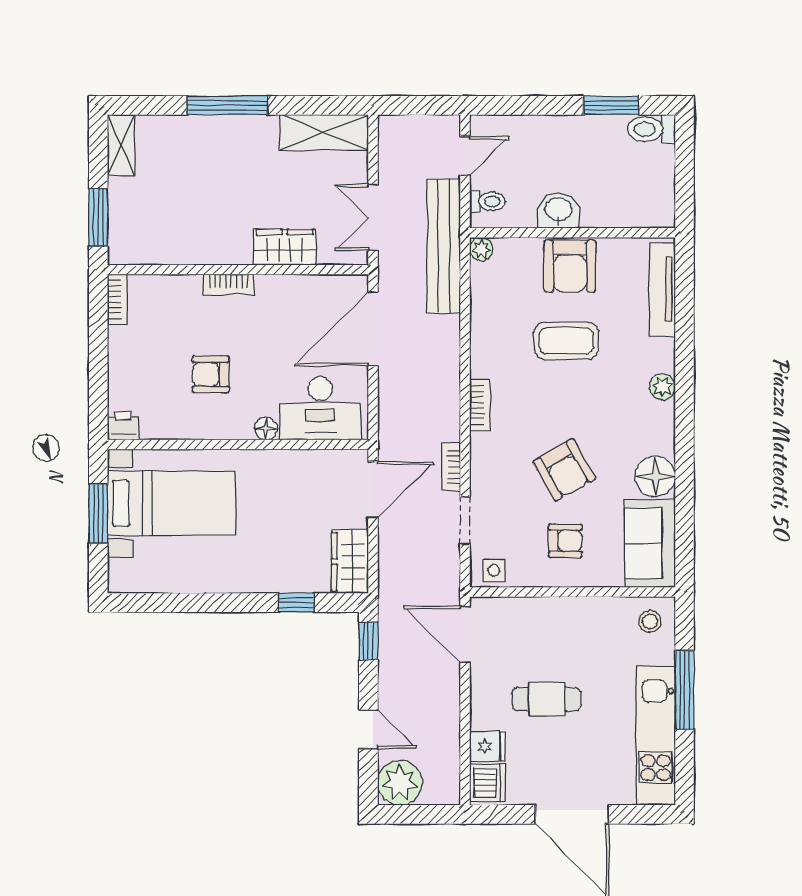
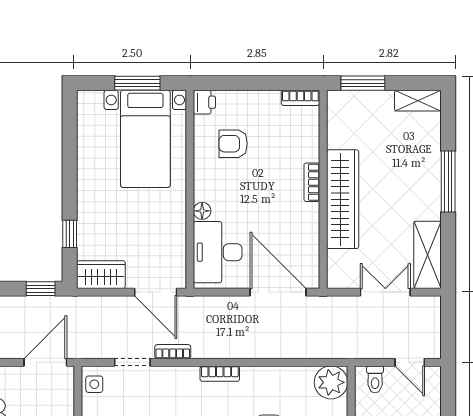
double door: (373, 217) -> (385, 292), moved
bench: (444, 246) -> (341, 346), removed
wardrobe: (285, 247) -> (343, 199), width x2.10, depth x1.17
plant: (481, 249) -> (331, 382), width x1.88, depth x1.88
armchair: (211, 374) -> (233, 144), moved, turned -90

